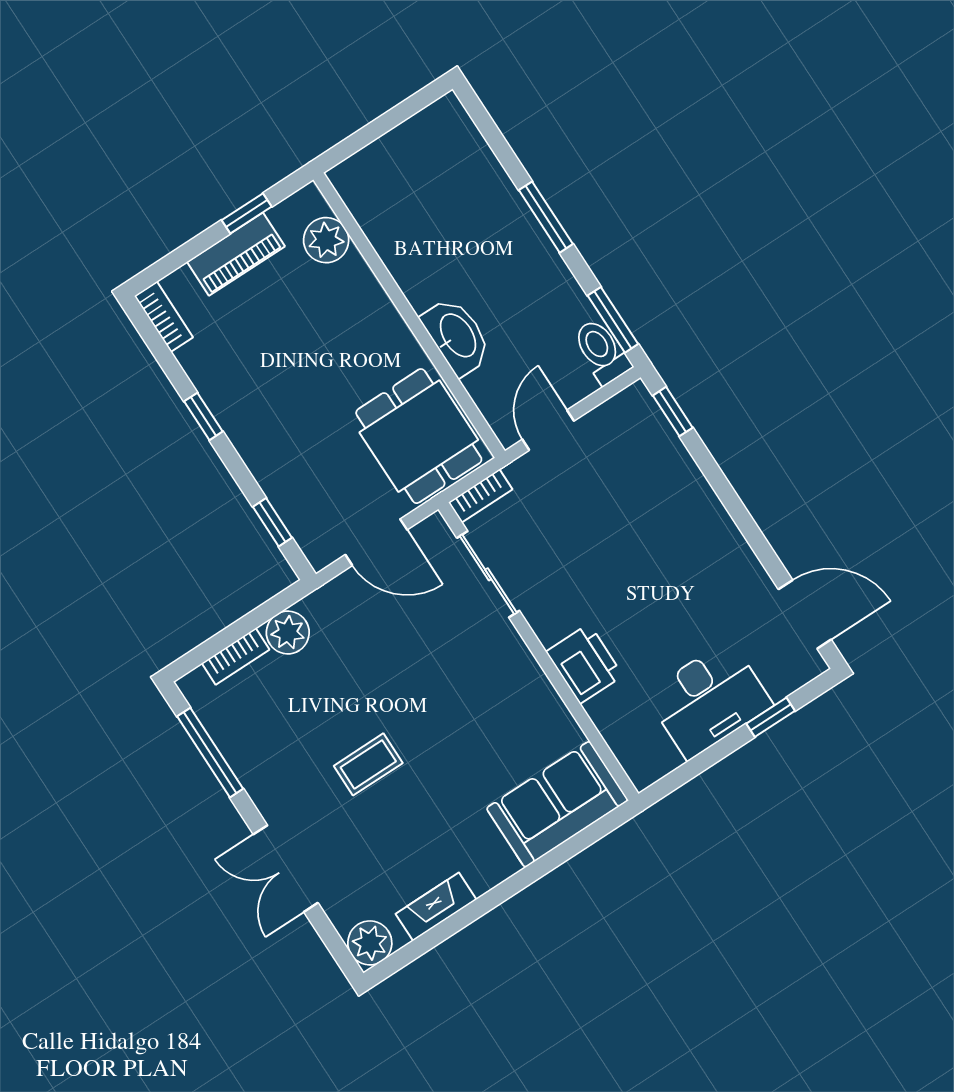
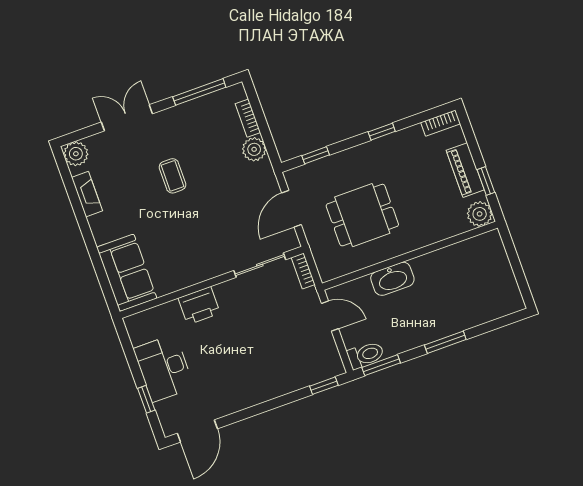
plant: (326, 240) -> (480, 214), moved
dining table: (419, 436) -> (362, 215), moved

